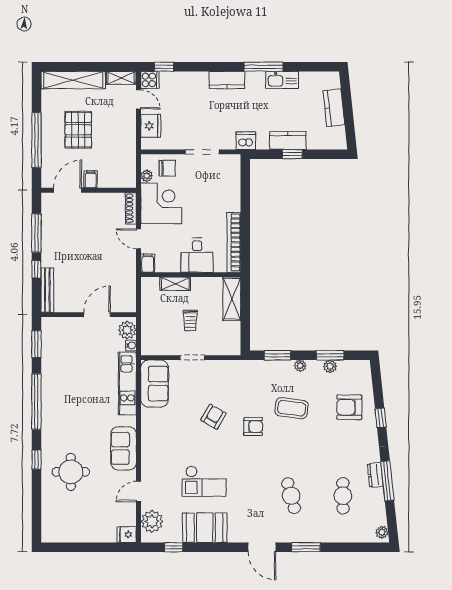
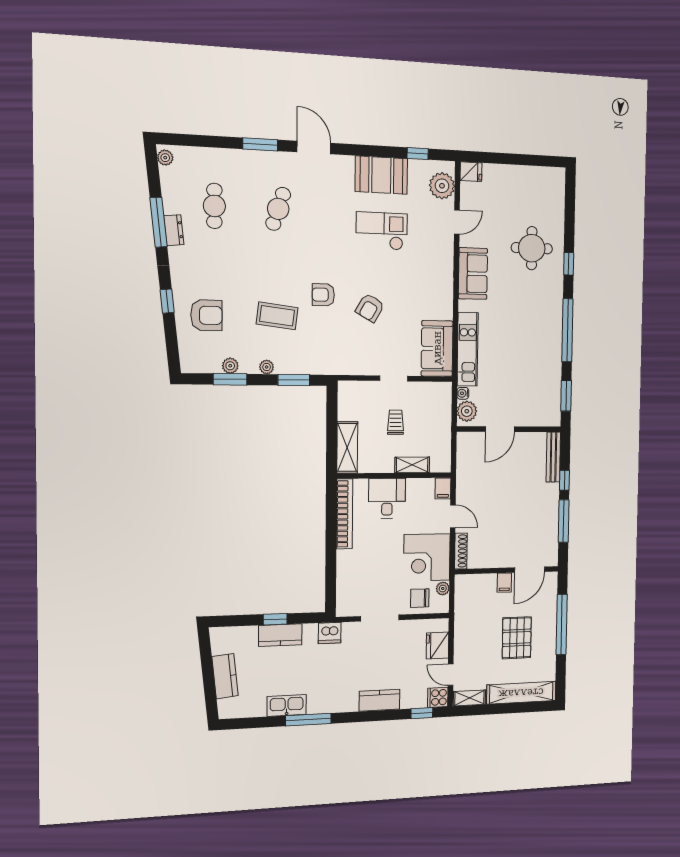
kitchen counter: (227, 80) -> (379, 700), moved
cafe table: (291, 496) -> (278, 209), turned 33

